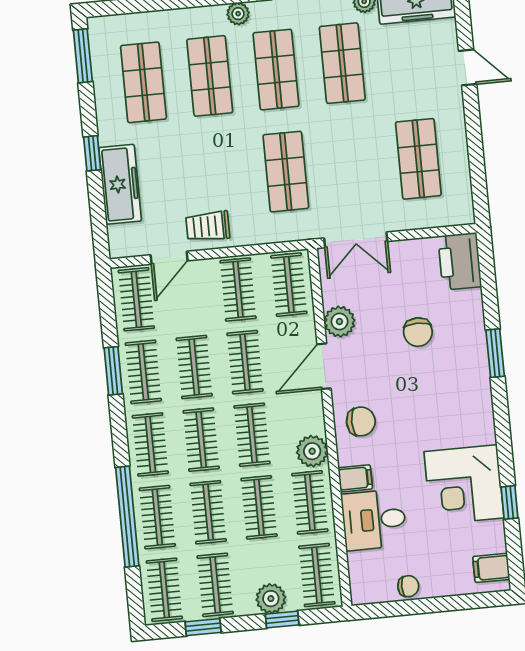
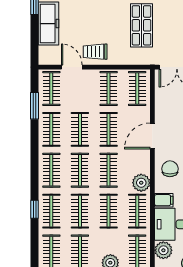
door: (169, 258) -> (72, 67), swing flipped
plant: (339, 322) -> (163, 250), moved
window: (113, 371) -> (35, 106), moved
chair: (361, 421) -> (170, 169), turned -90
window: (127, 517) -> (35, 209), width x0.32

